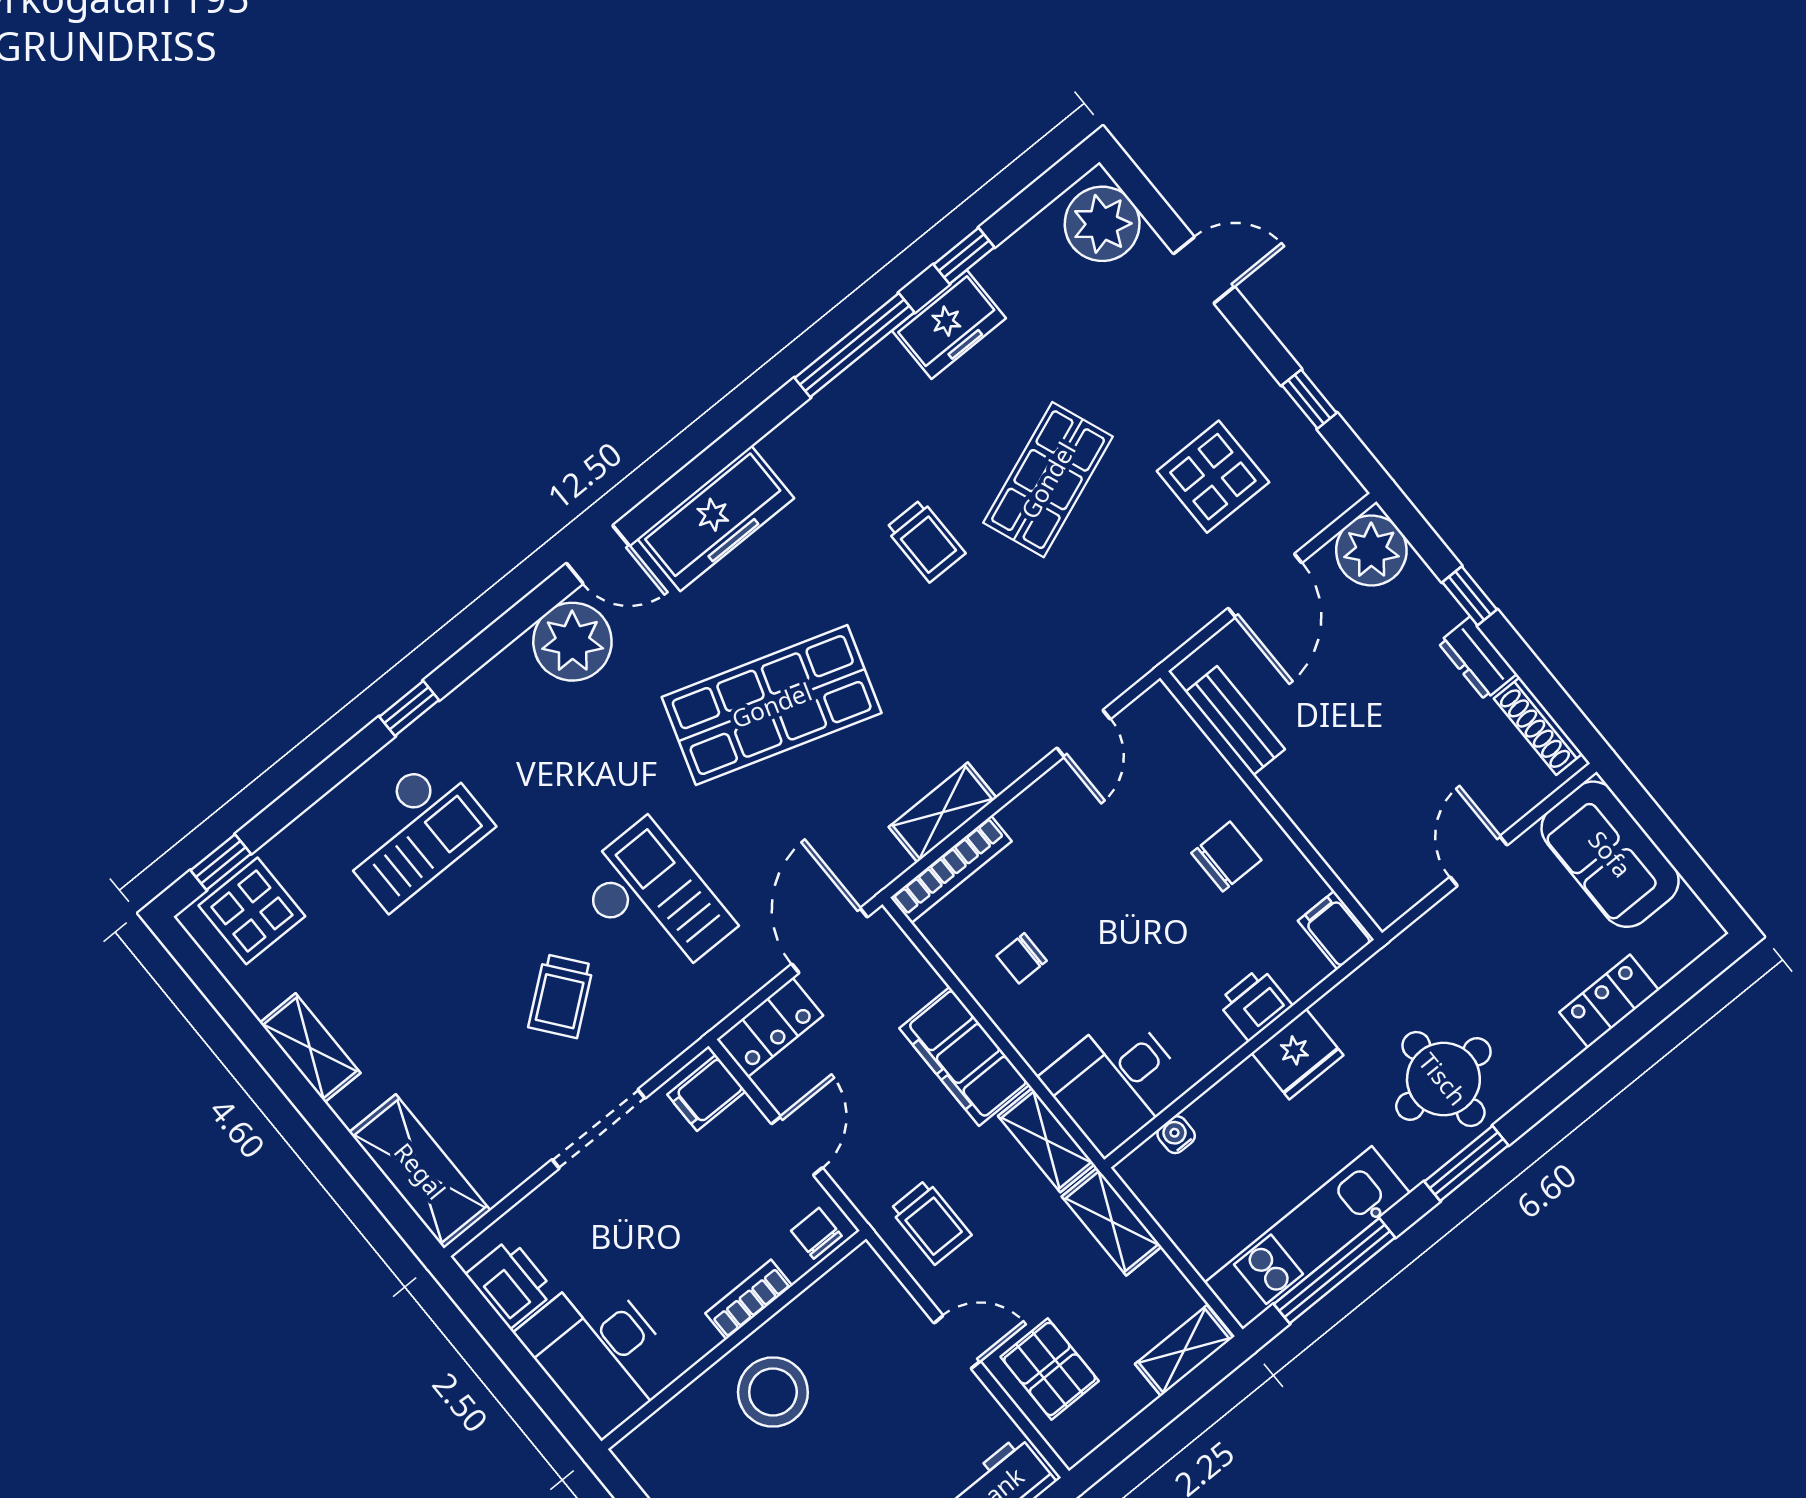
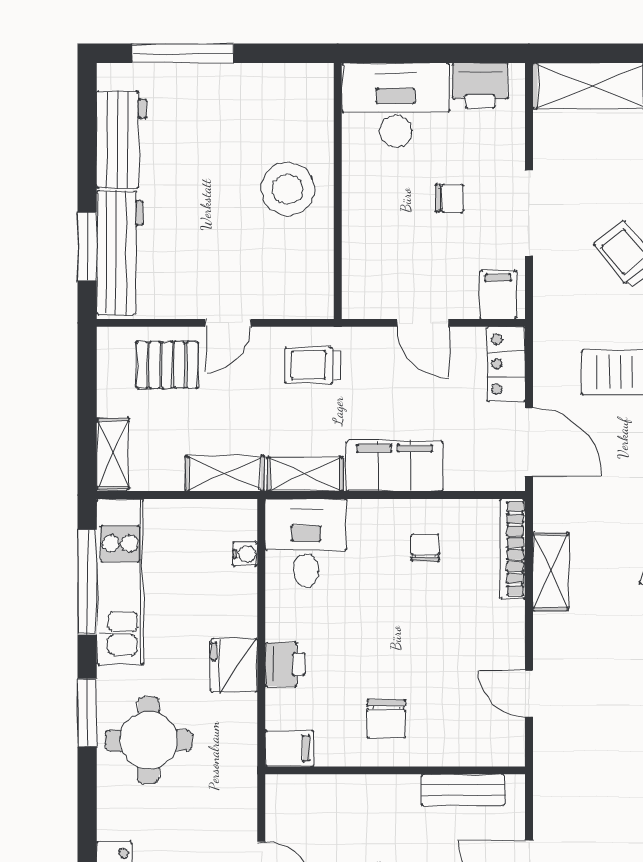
chair: (816, 1233) -> (450, 198), moved
bookcase: (749, 1299) -> (355, 220), removed

